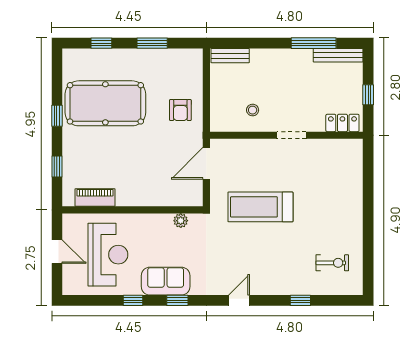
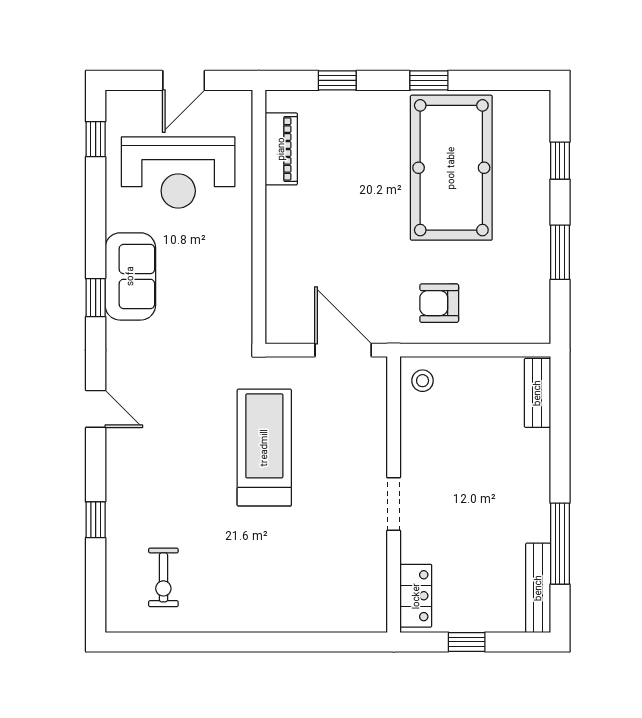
stool: (253, 110) -> (423, 381), moved
plant: (181, 221) -> (240, 304), removed
window: (133, 300) -> (96, 139), moved

